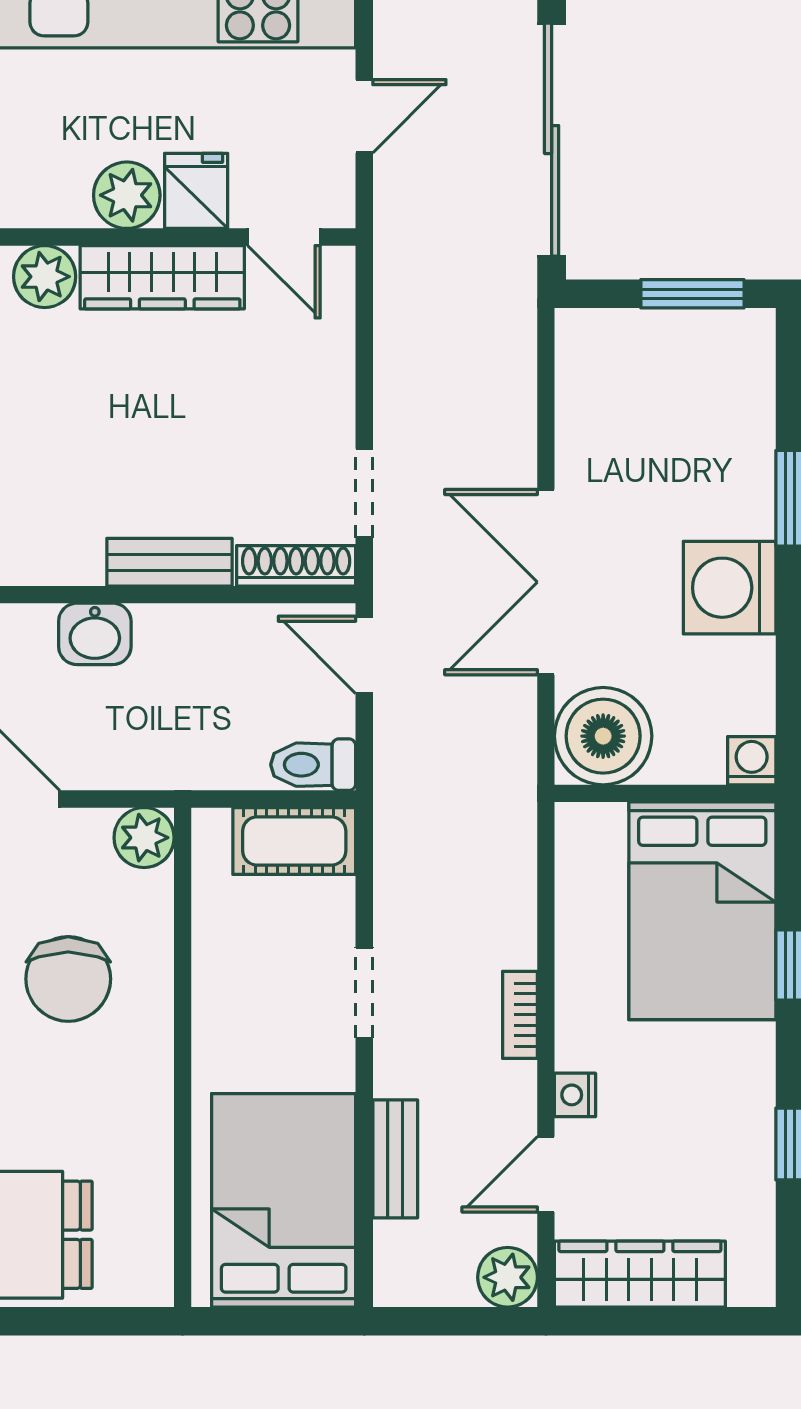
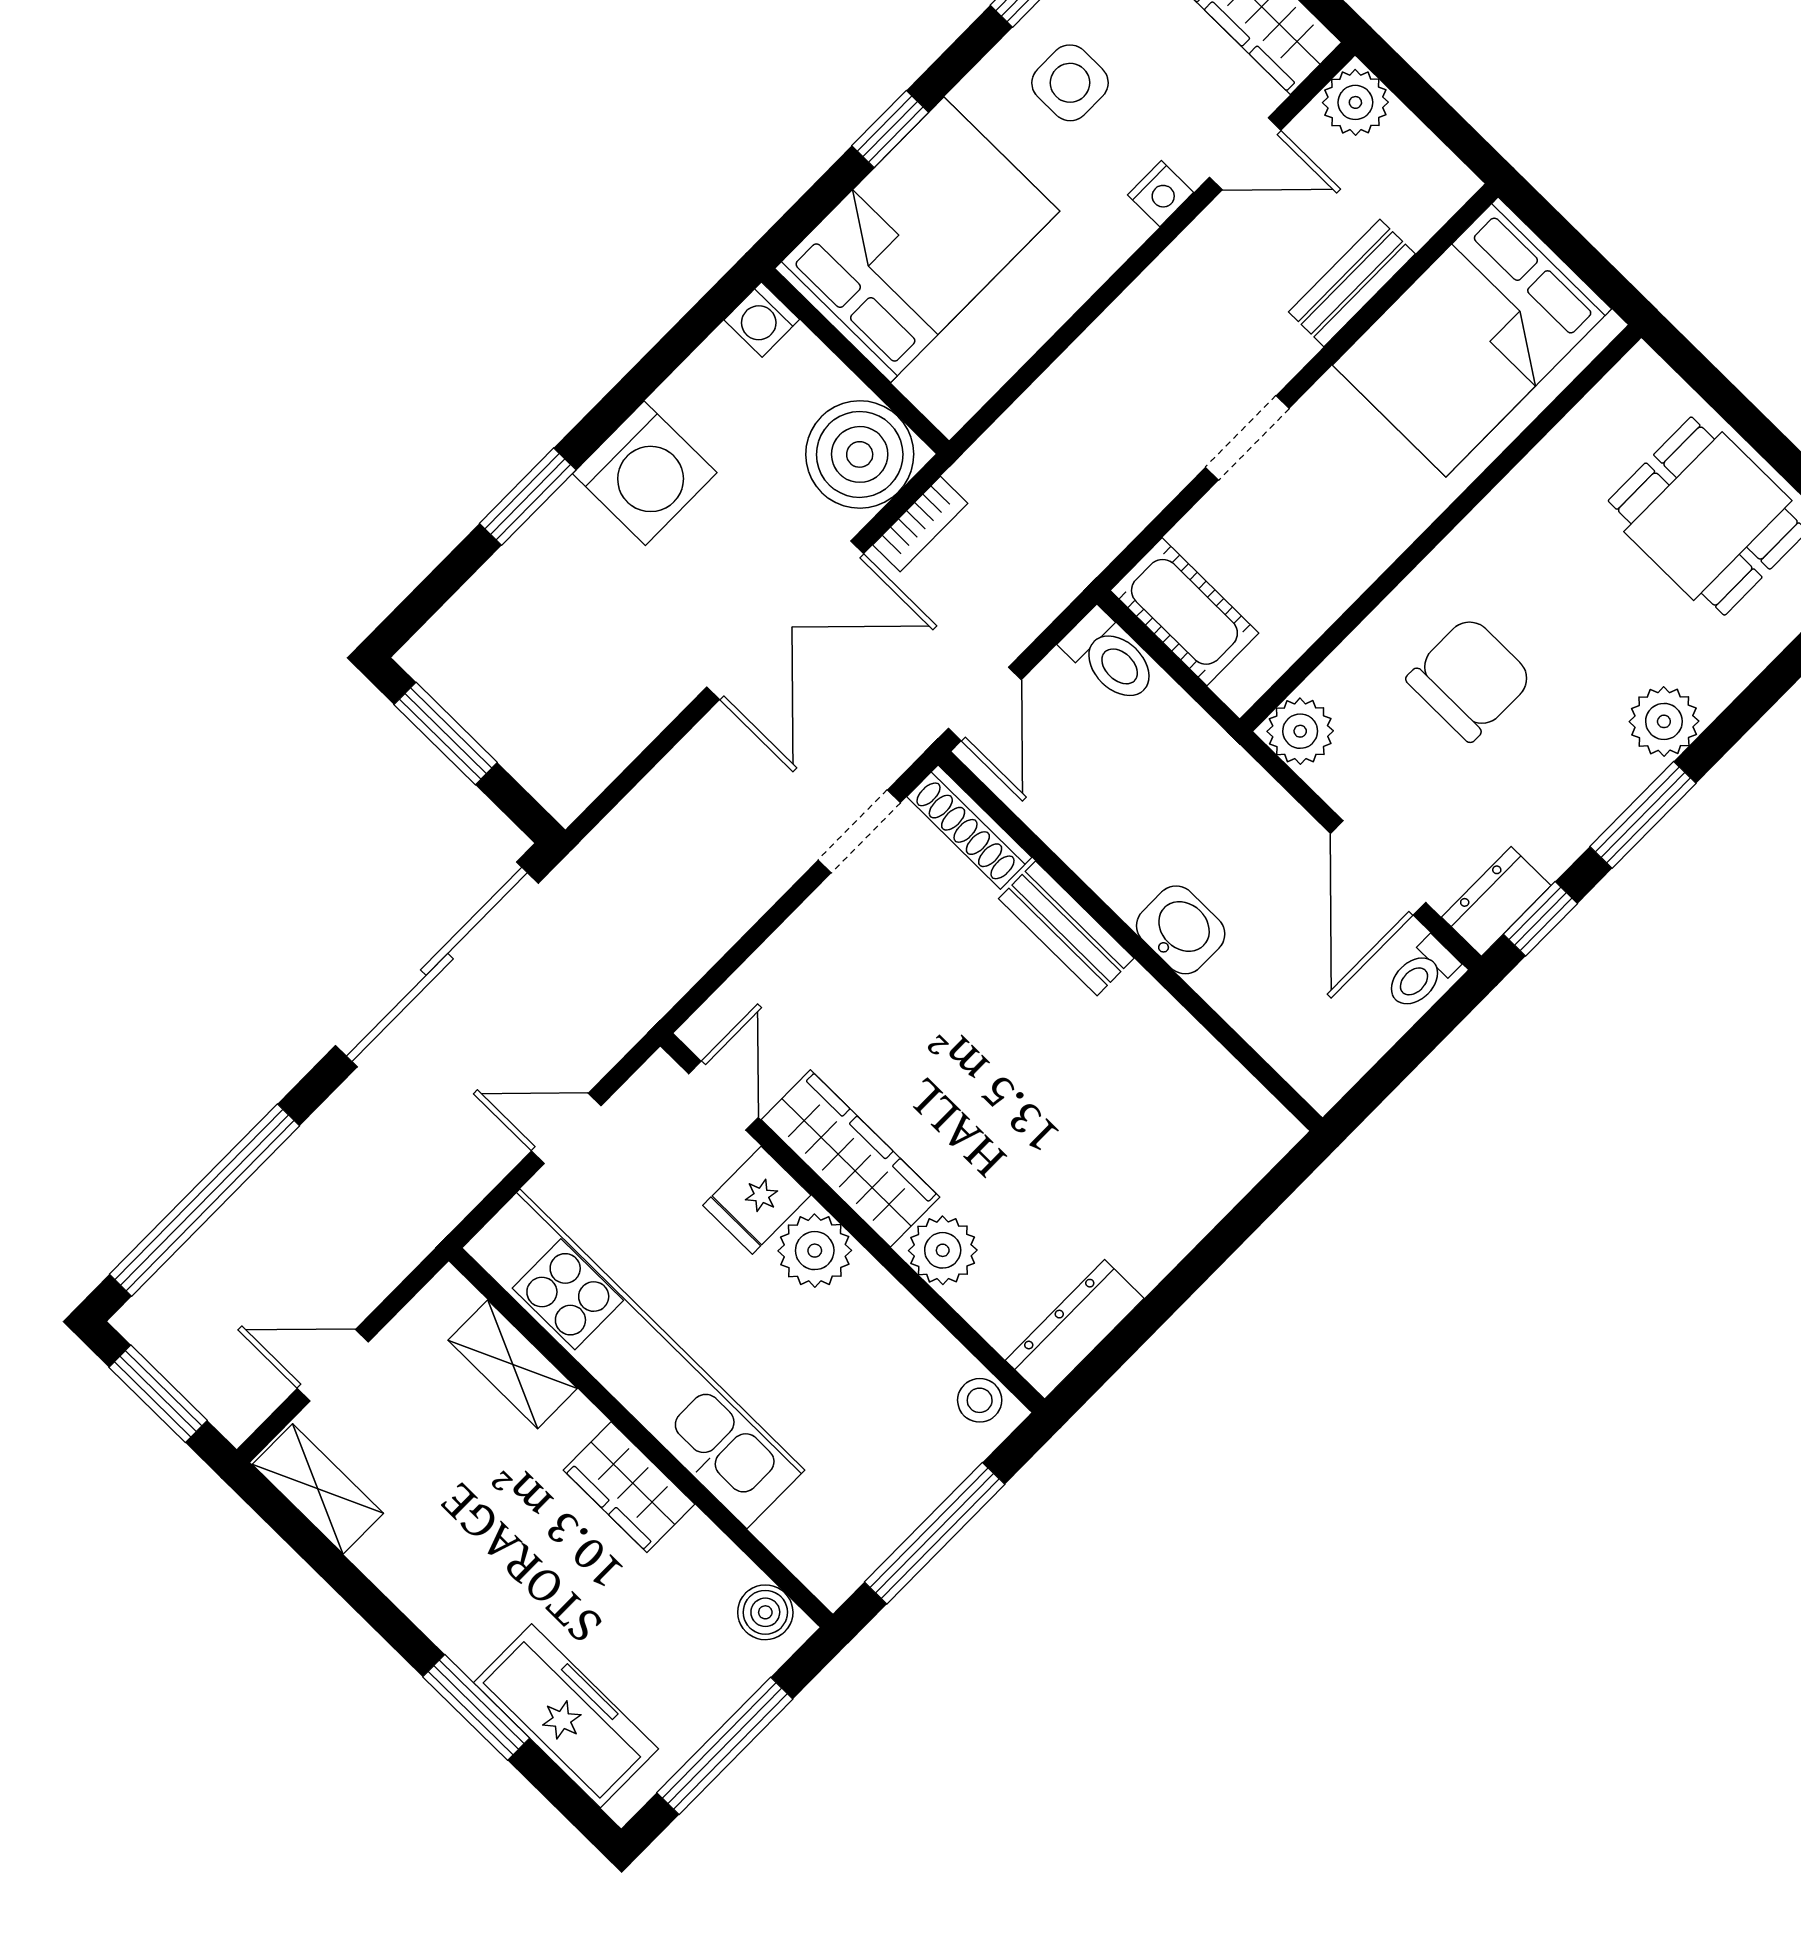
bookcase: (520, 1015) -> (920, 524), moved
side table: (704, 1109) -> (1070, 83), added

